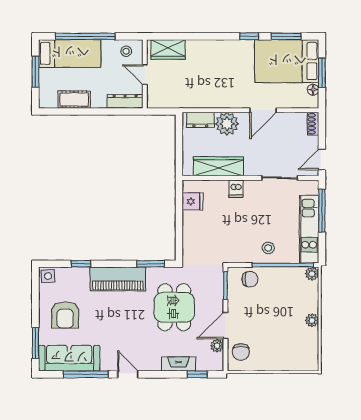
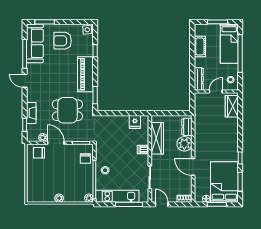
door: (128, 374) -> (25, 81), swing flipped

